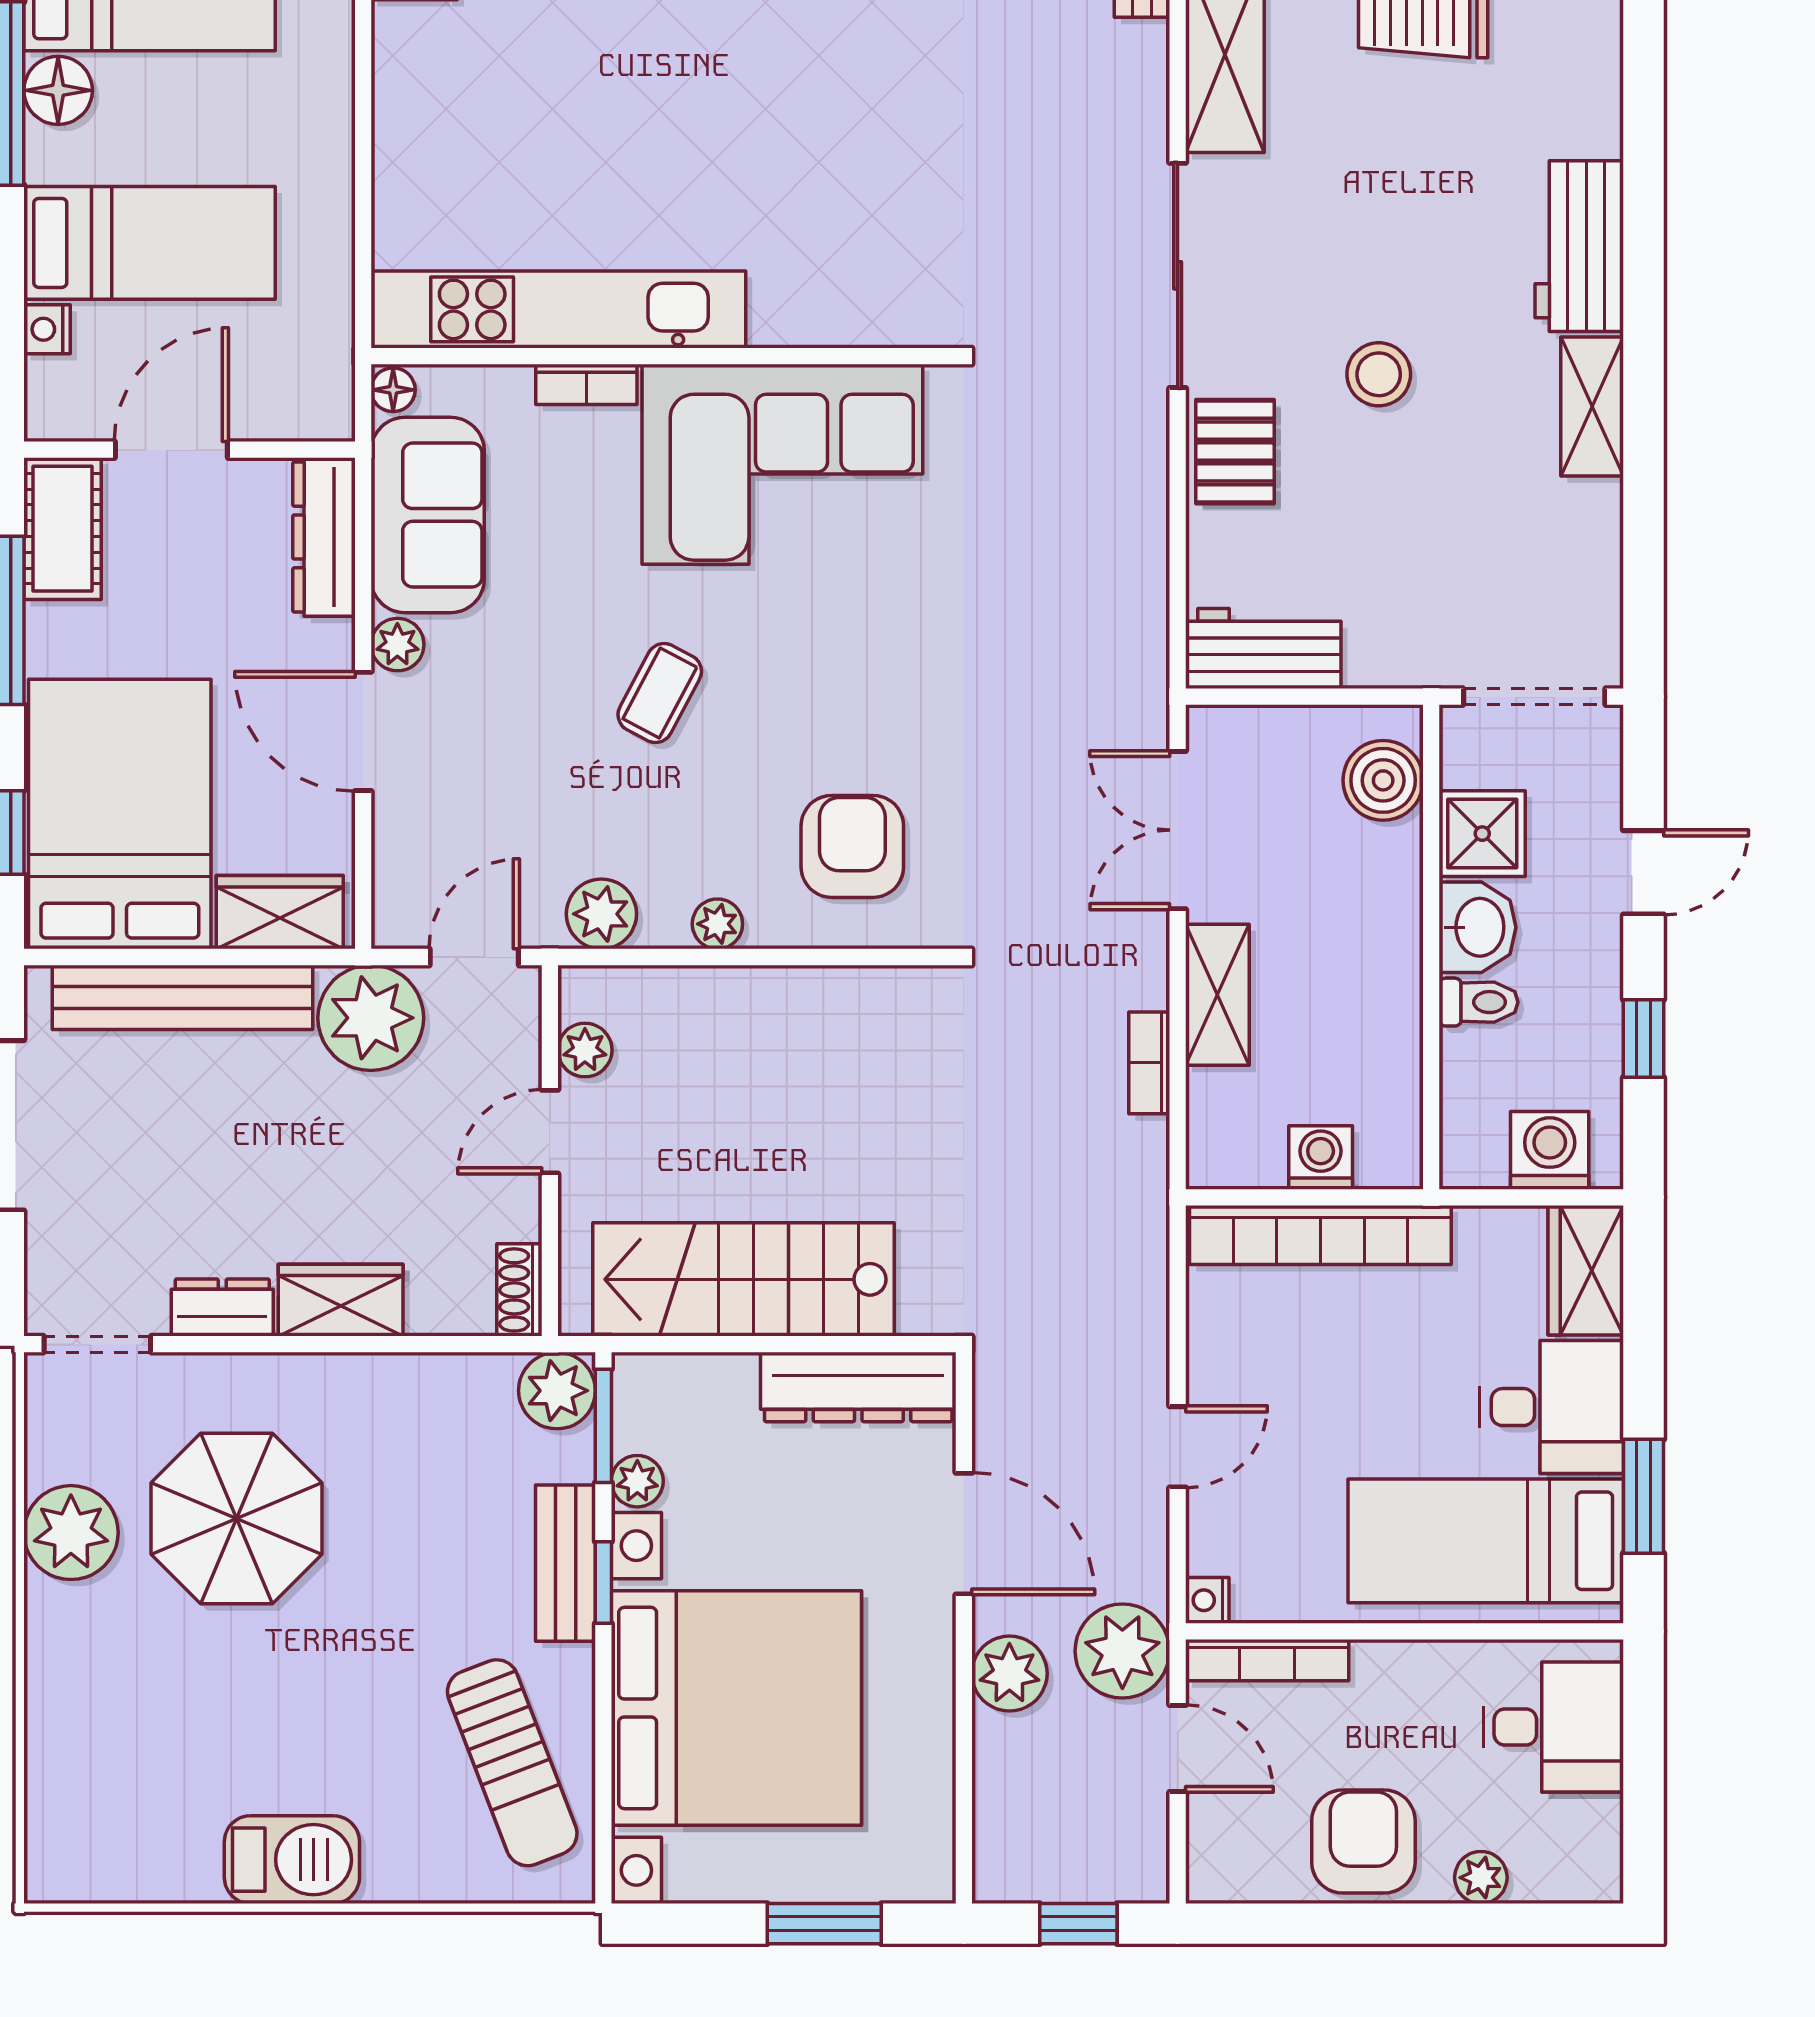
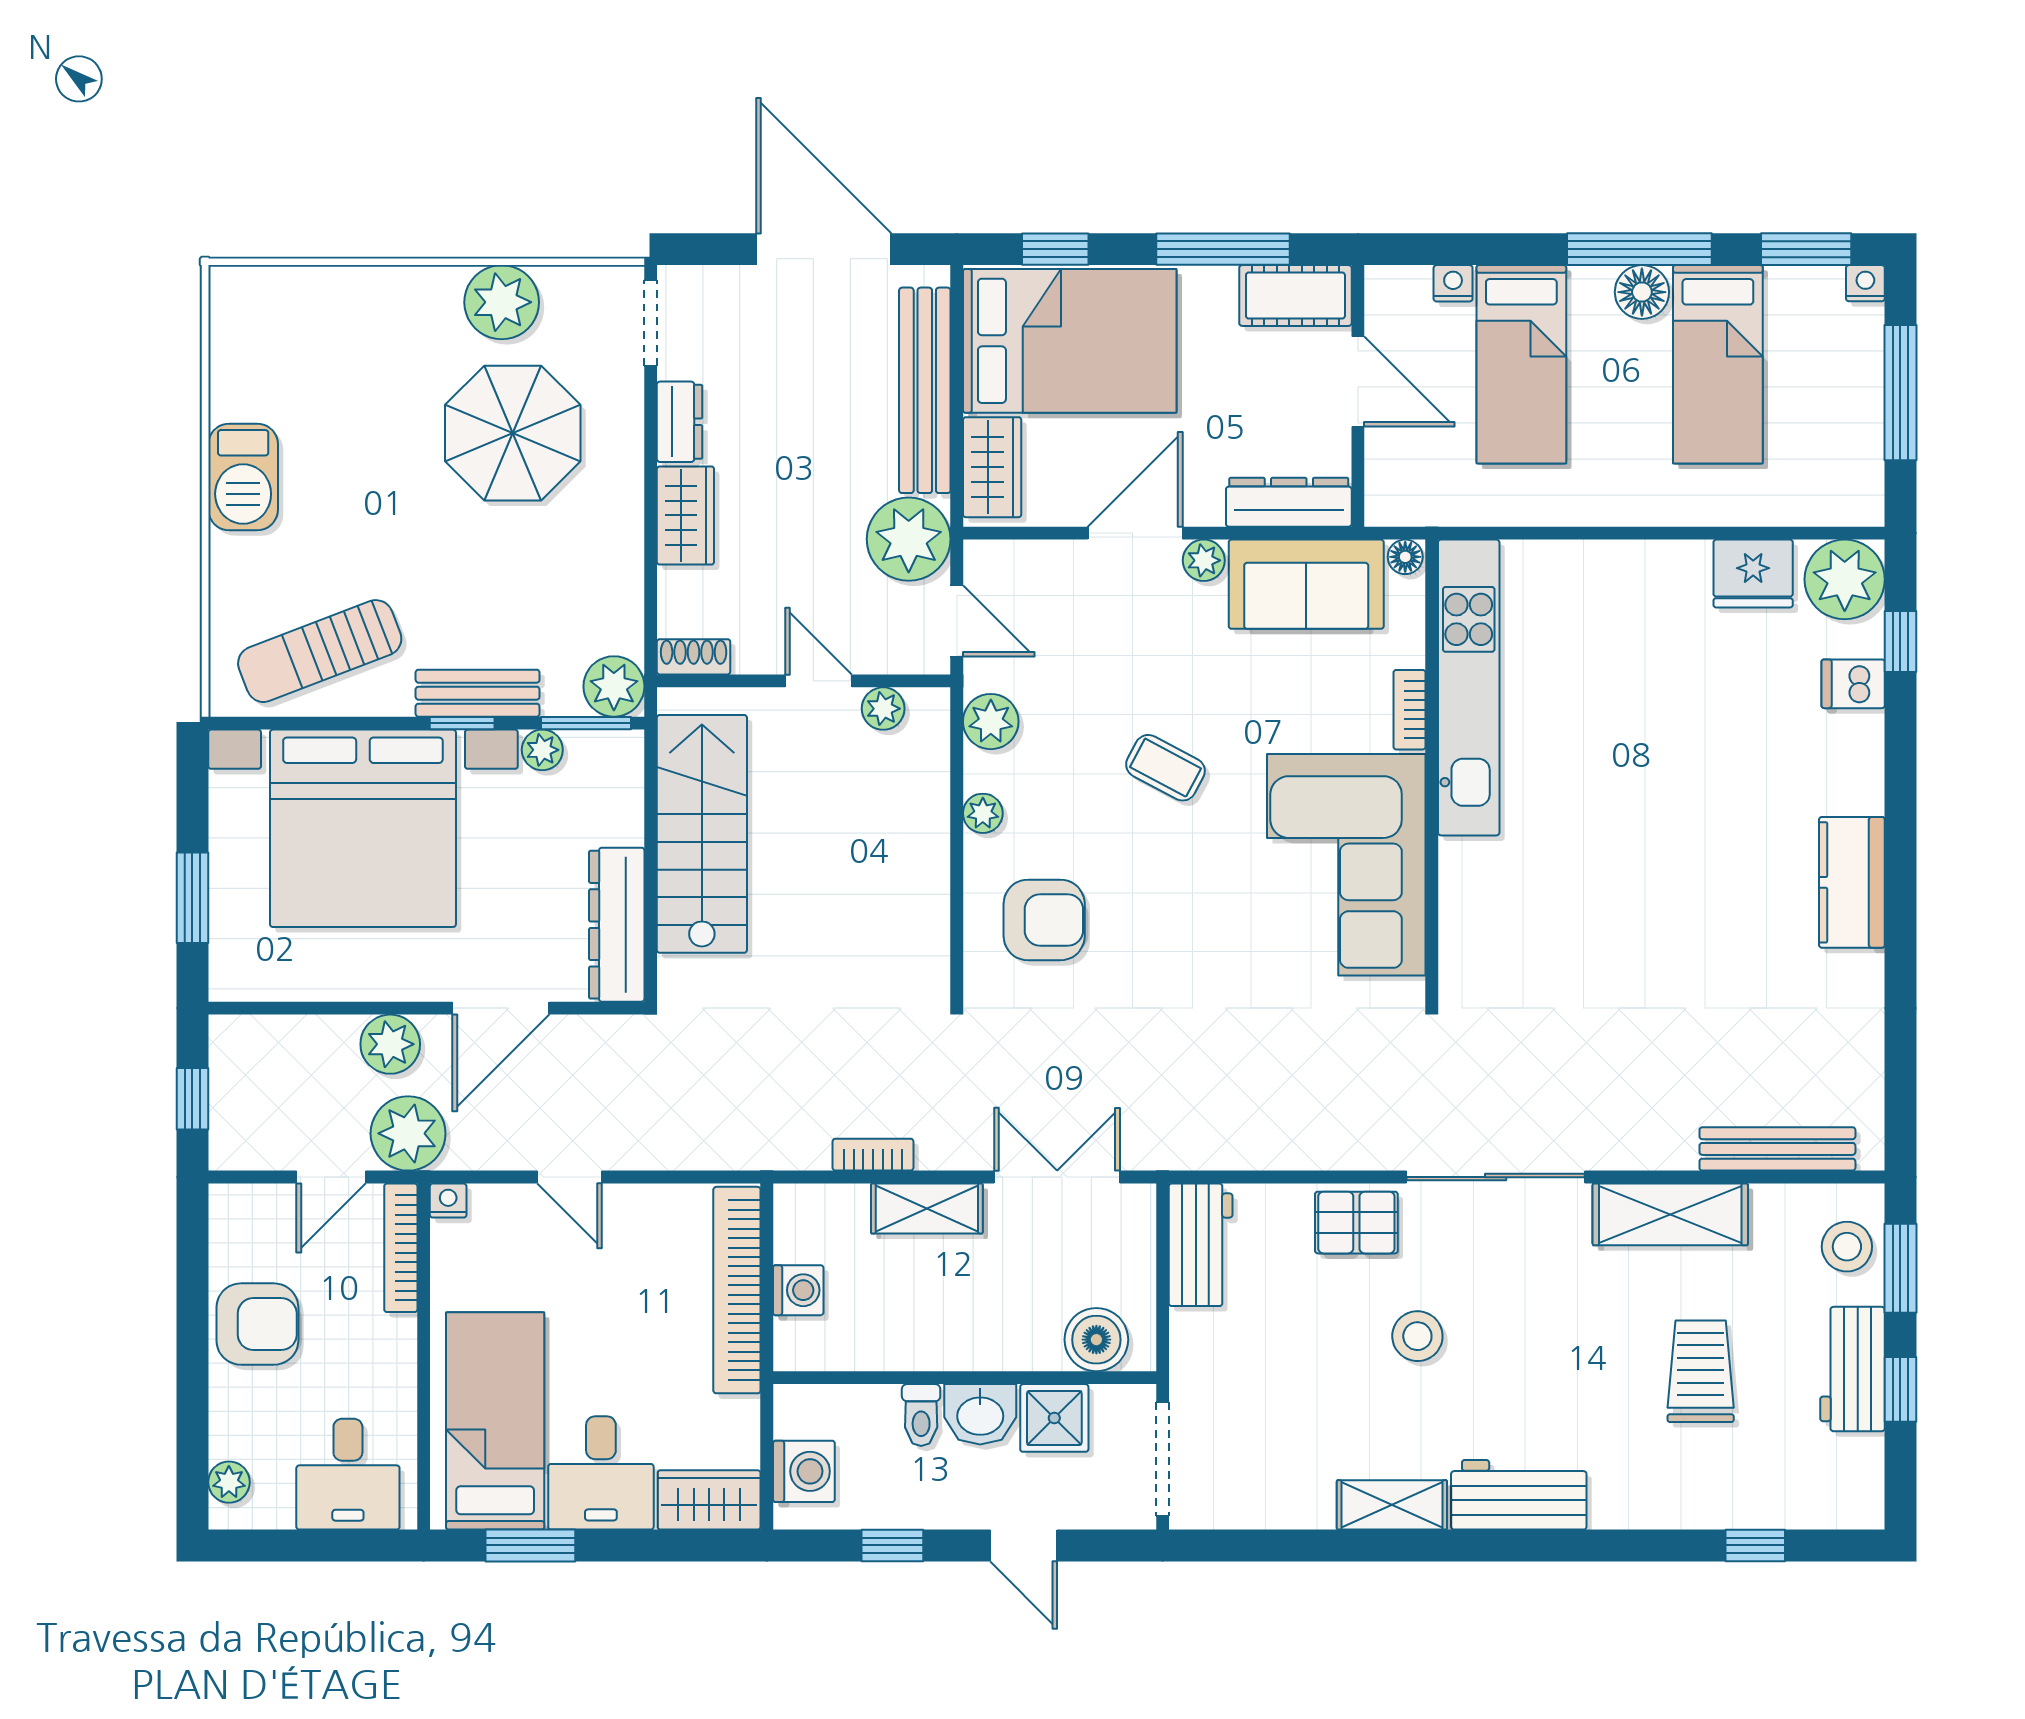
plant: (1481, 1878) -> (229, 1482), moved

